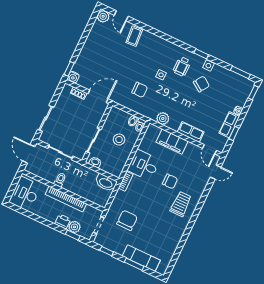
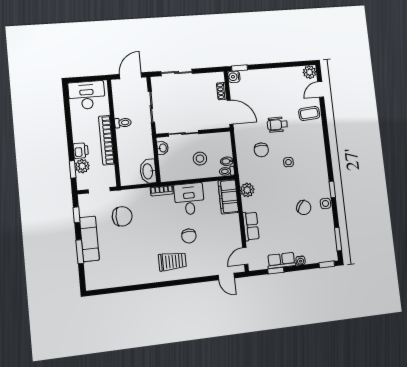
wheelchair: (182, 66) -> (277, 125), moved
filing cabinet: (172, 142) -> (228, 197), moved
exam couch: (141, 258) -> (89, 239), moved

